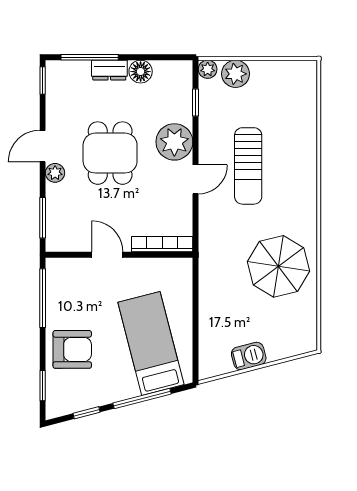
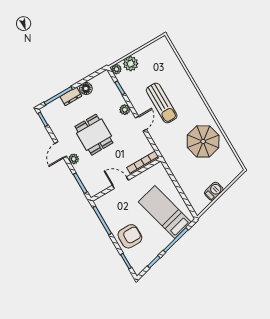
plant: (174, 142) -> (125, 110), width x0.53, depth x0.53

